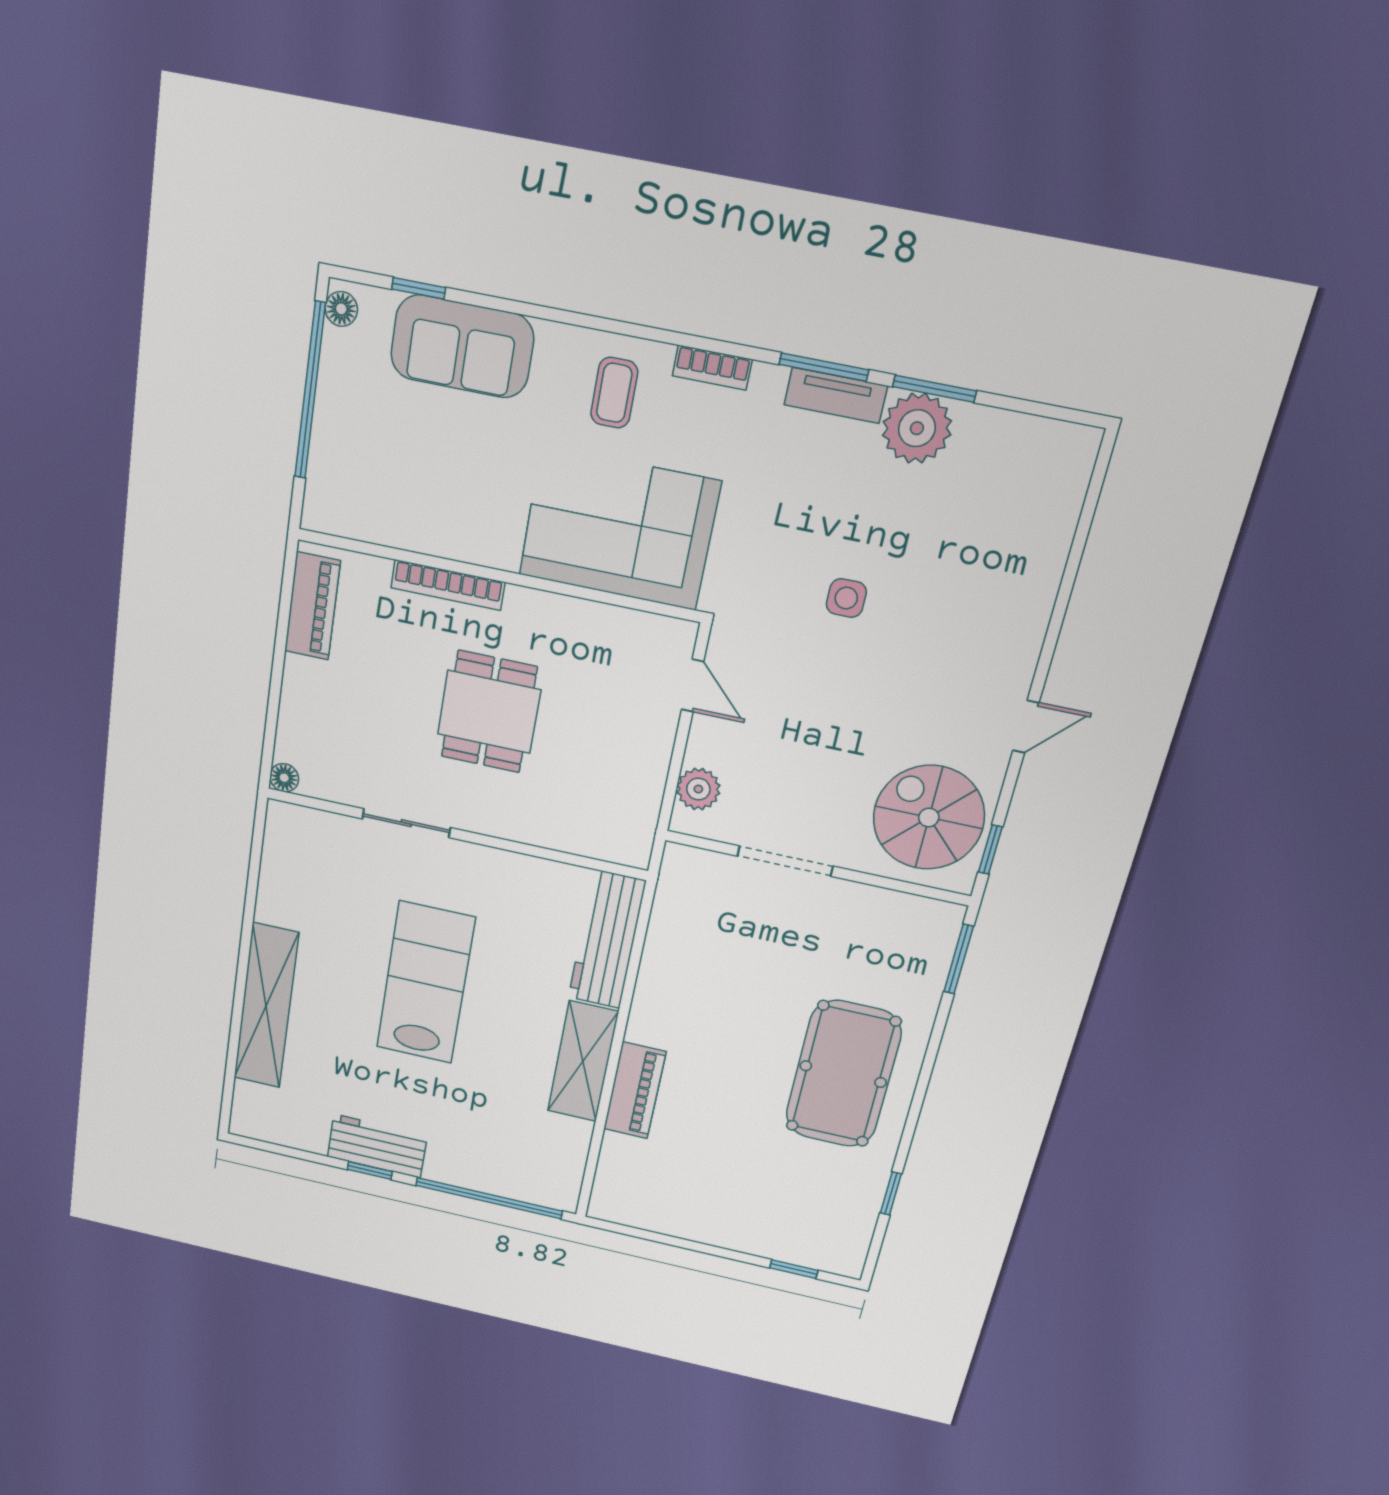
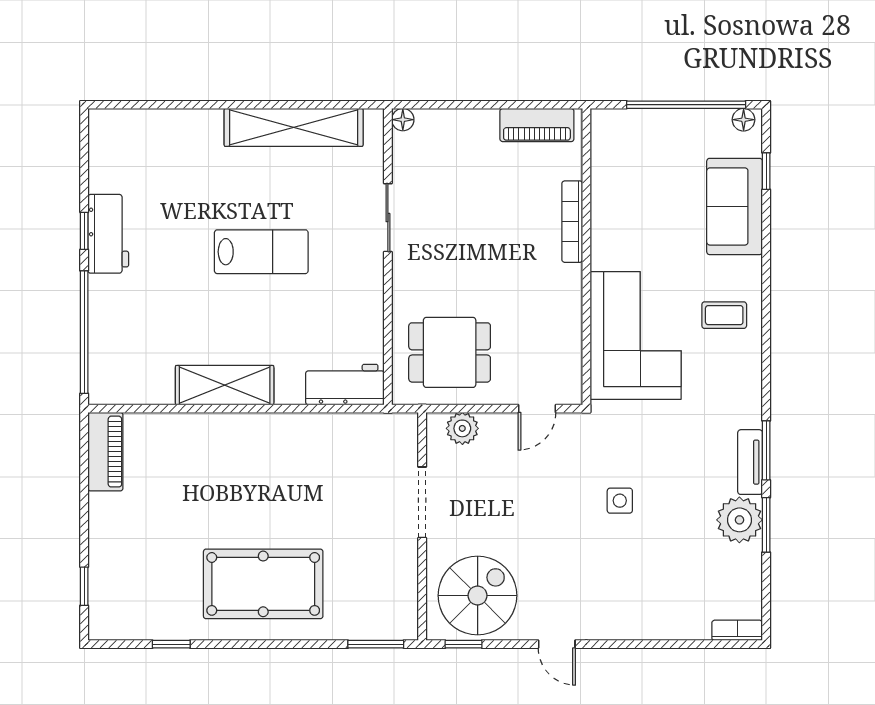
bookcase: (712, 368) -> (737, 630), moved, turned 90
dining table: (489, 712) -> (450, 352), moved
workbench: (607, 940) -> (345, 385), width x0.73
lab bench: (426, 983) -> (261, 252), width x0.73, depth x0.72
shelving: (266, 1006) -> (294, 127), moved
piano: (635, 1090) -> (105, 452), moved, turned -90

